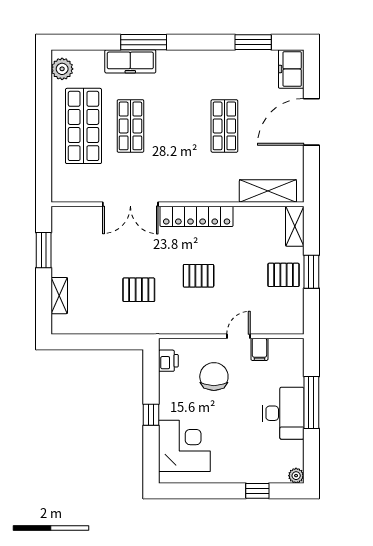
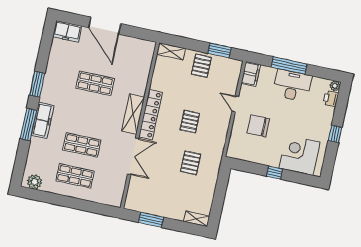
window: (253, 42) -> (37, 84), moved
freezer: (130, 61) -> (43, 120), moved
shop shelf: (83, 126) -> (75, 176), width x0.70, depth x0.74
shelving: (268, 191) -> (133, 114), moved
window: (311, 272) -> (220, 50), moved
shelving: (59, 296) -> (197, 219), moved
filing cabinet: (259, 349) -> (251, 74), moved, width x2.00
printer: (168, 361) -> (331, 99), moved, turned -90
window: (257, 491) -> (335, 134), moved

